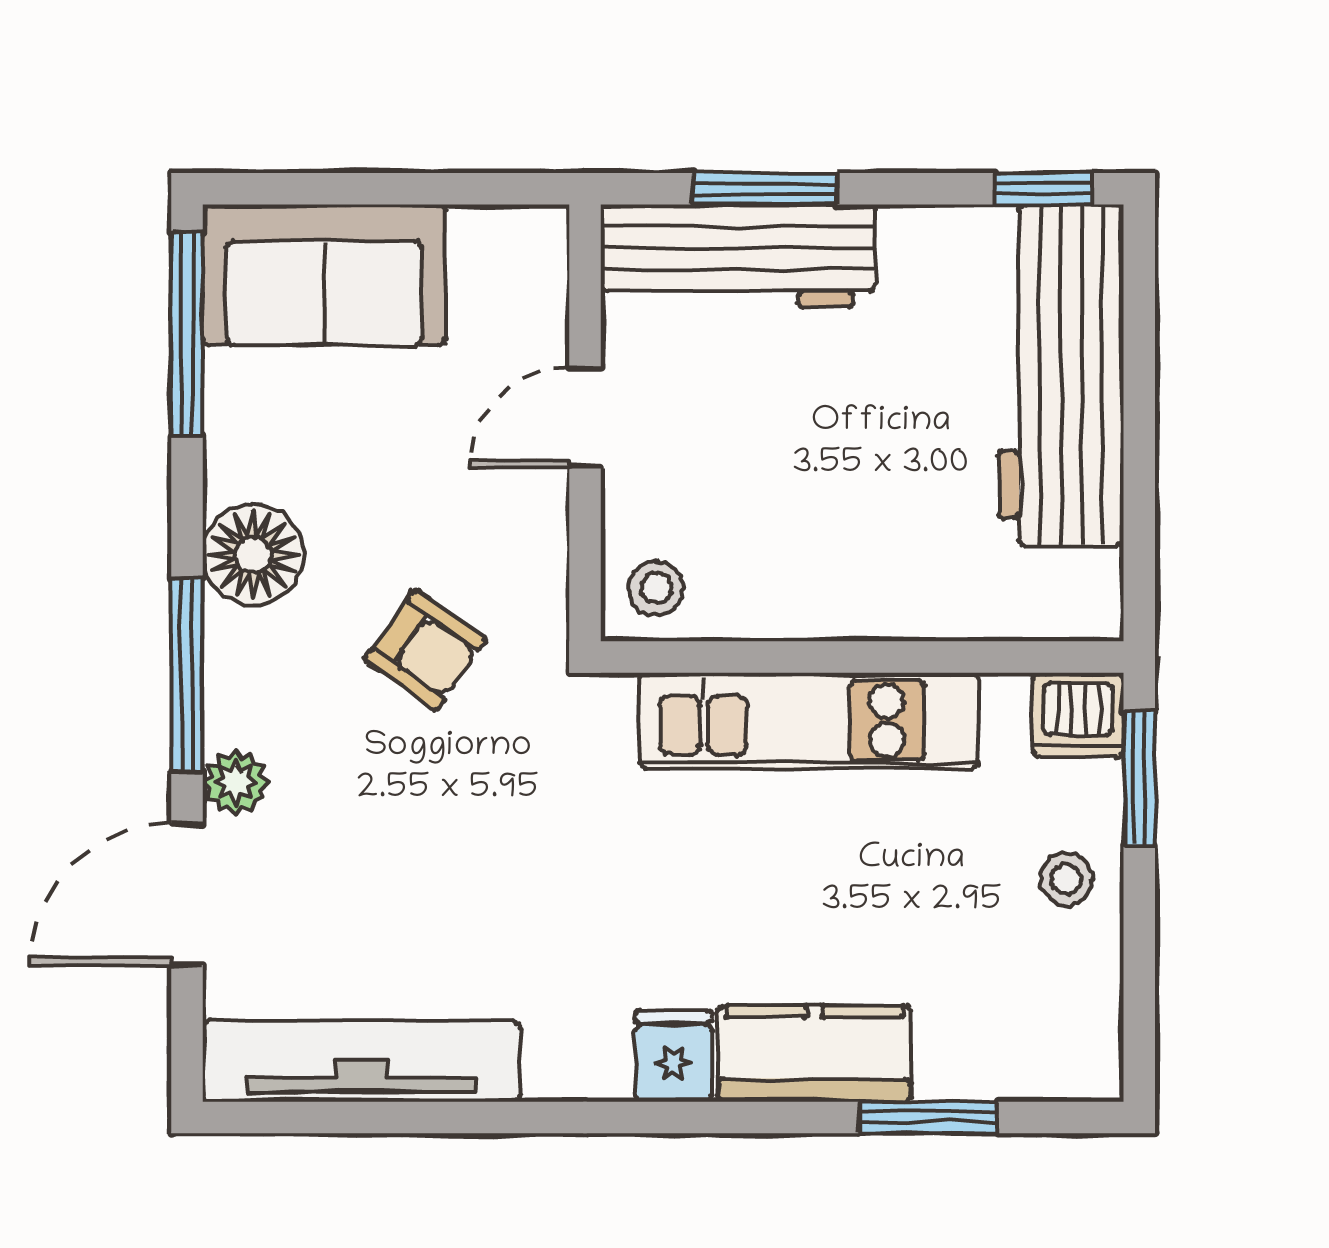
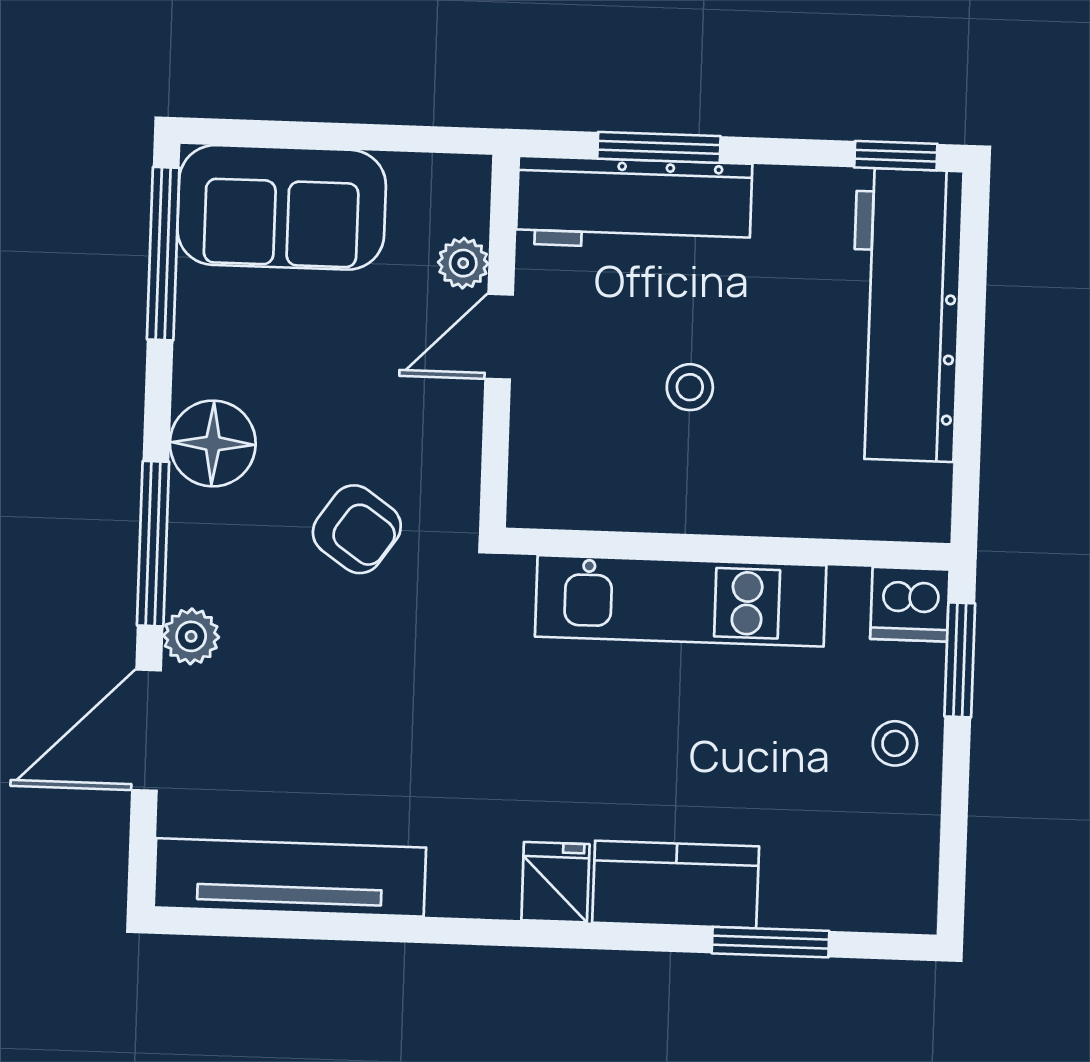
plant: (540, 333) -> (463, 263), added
stool: (656, 588) -> (690, 387), moved

